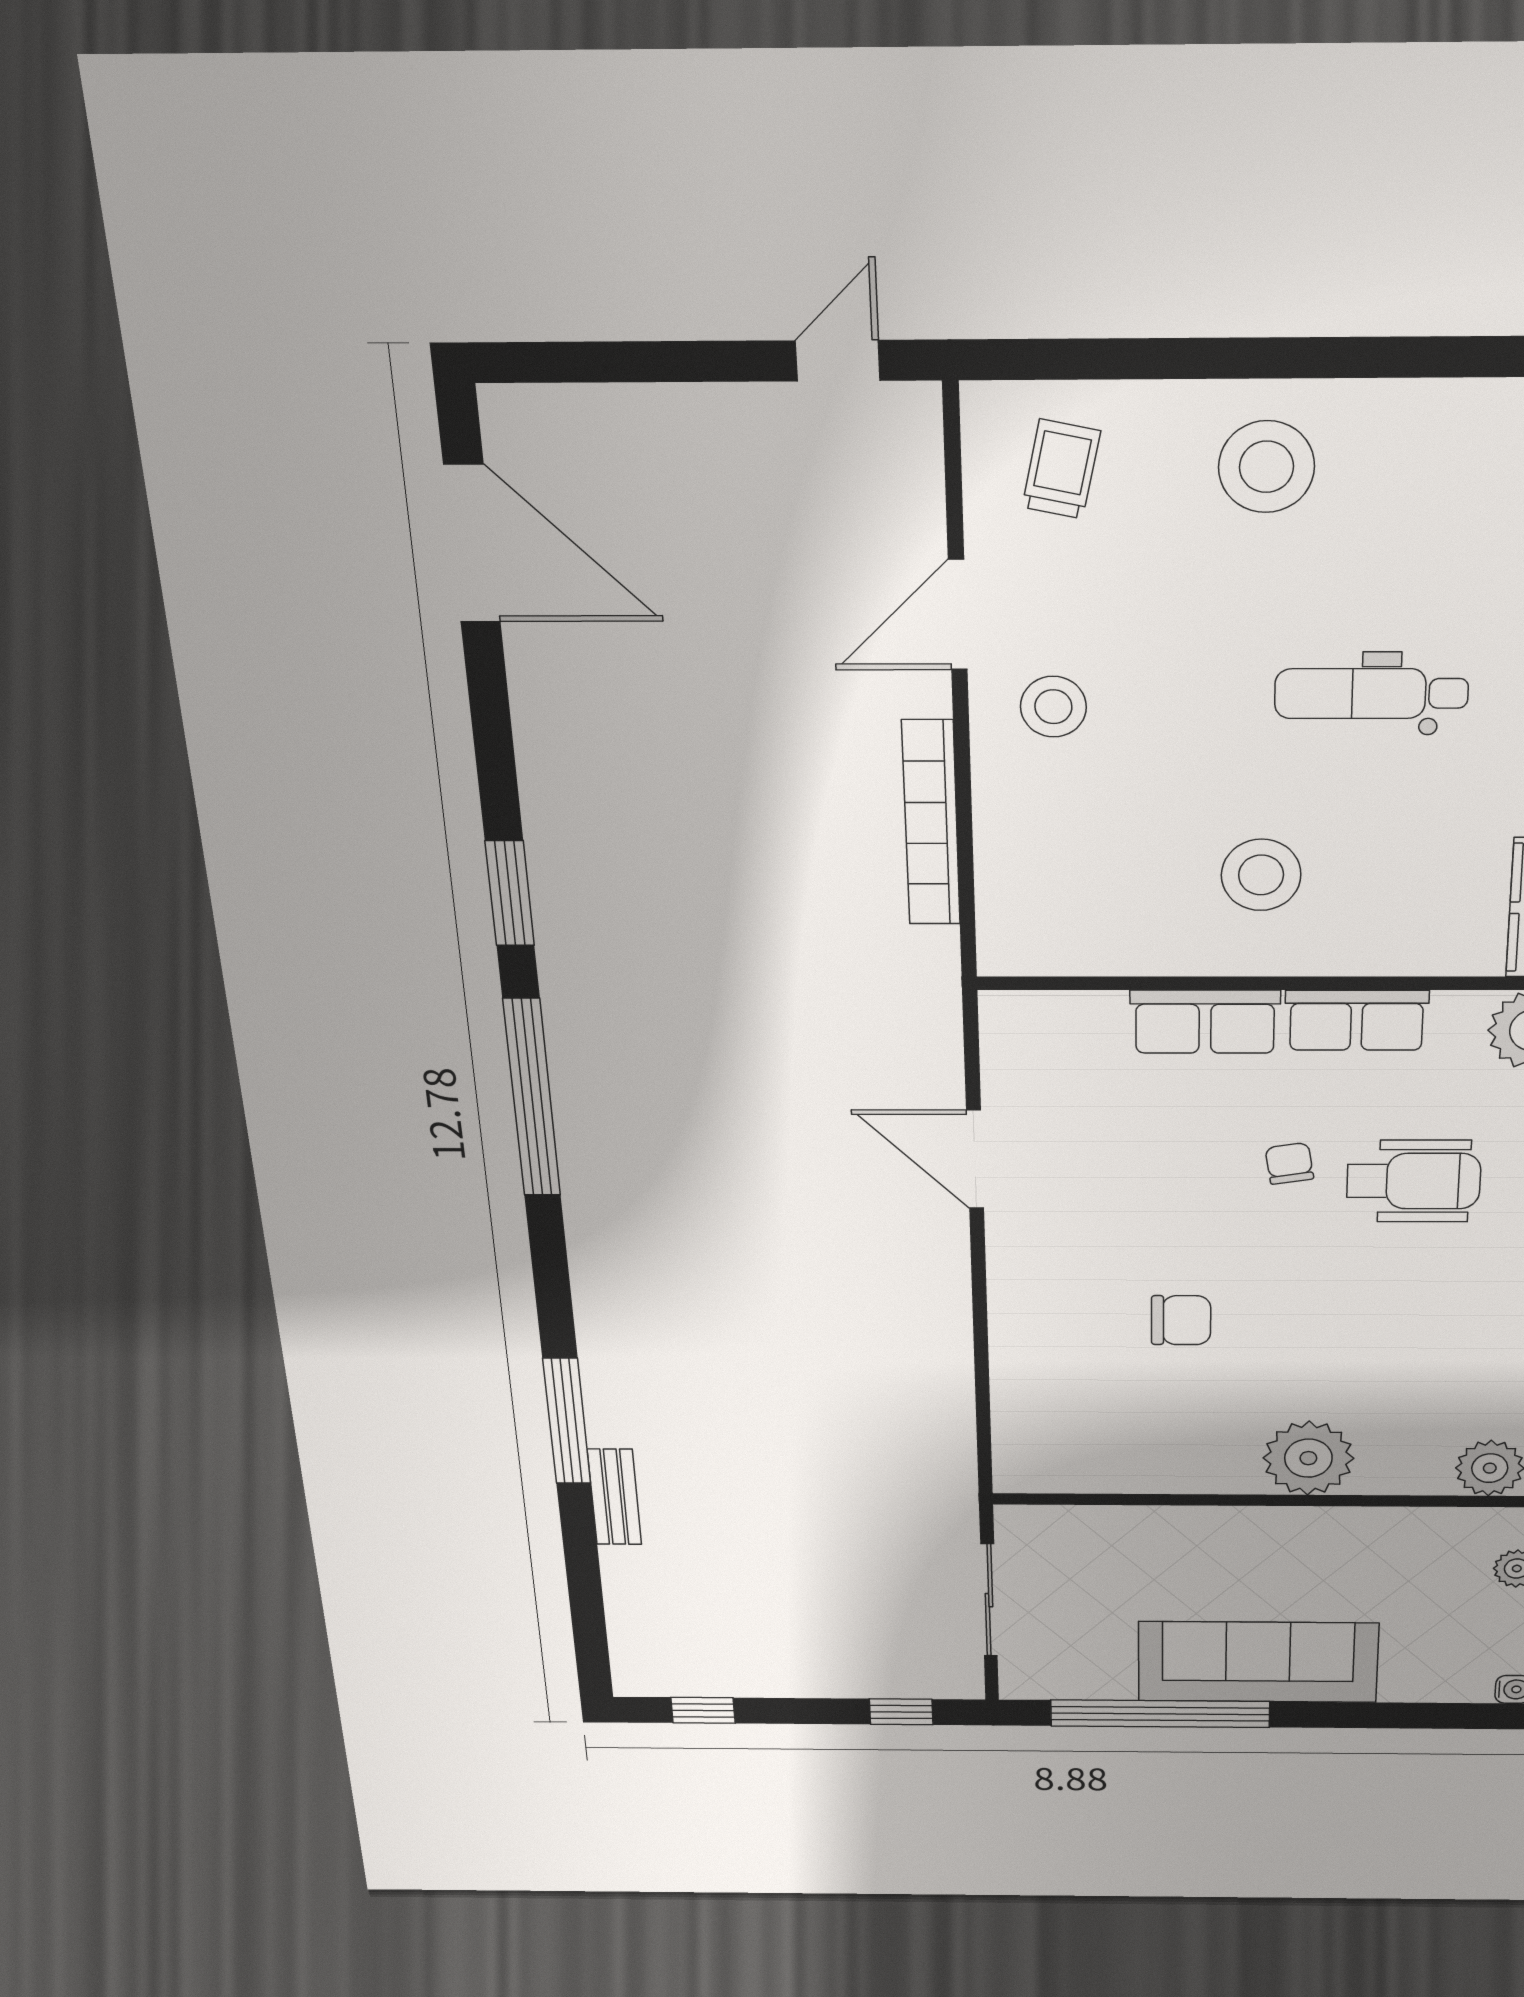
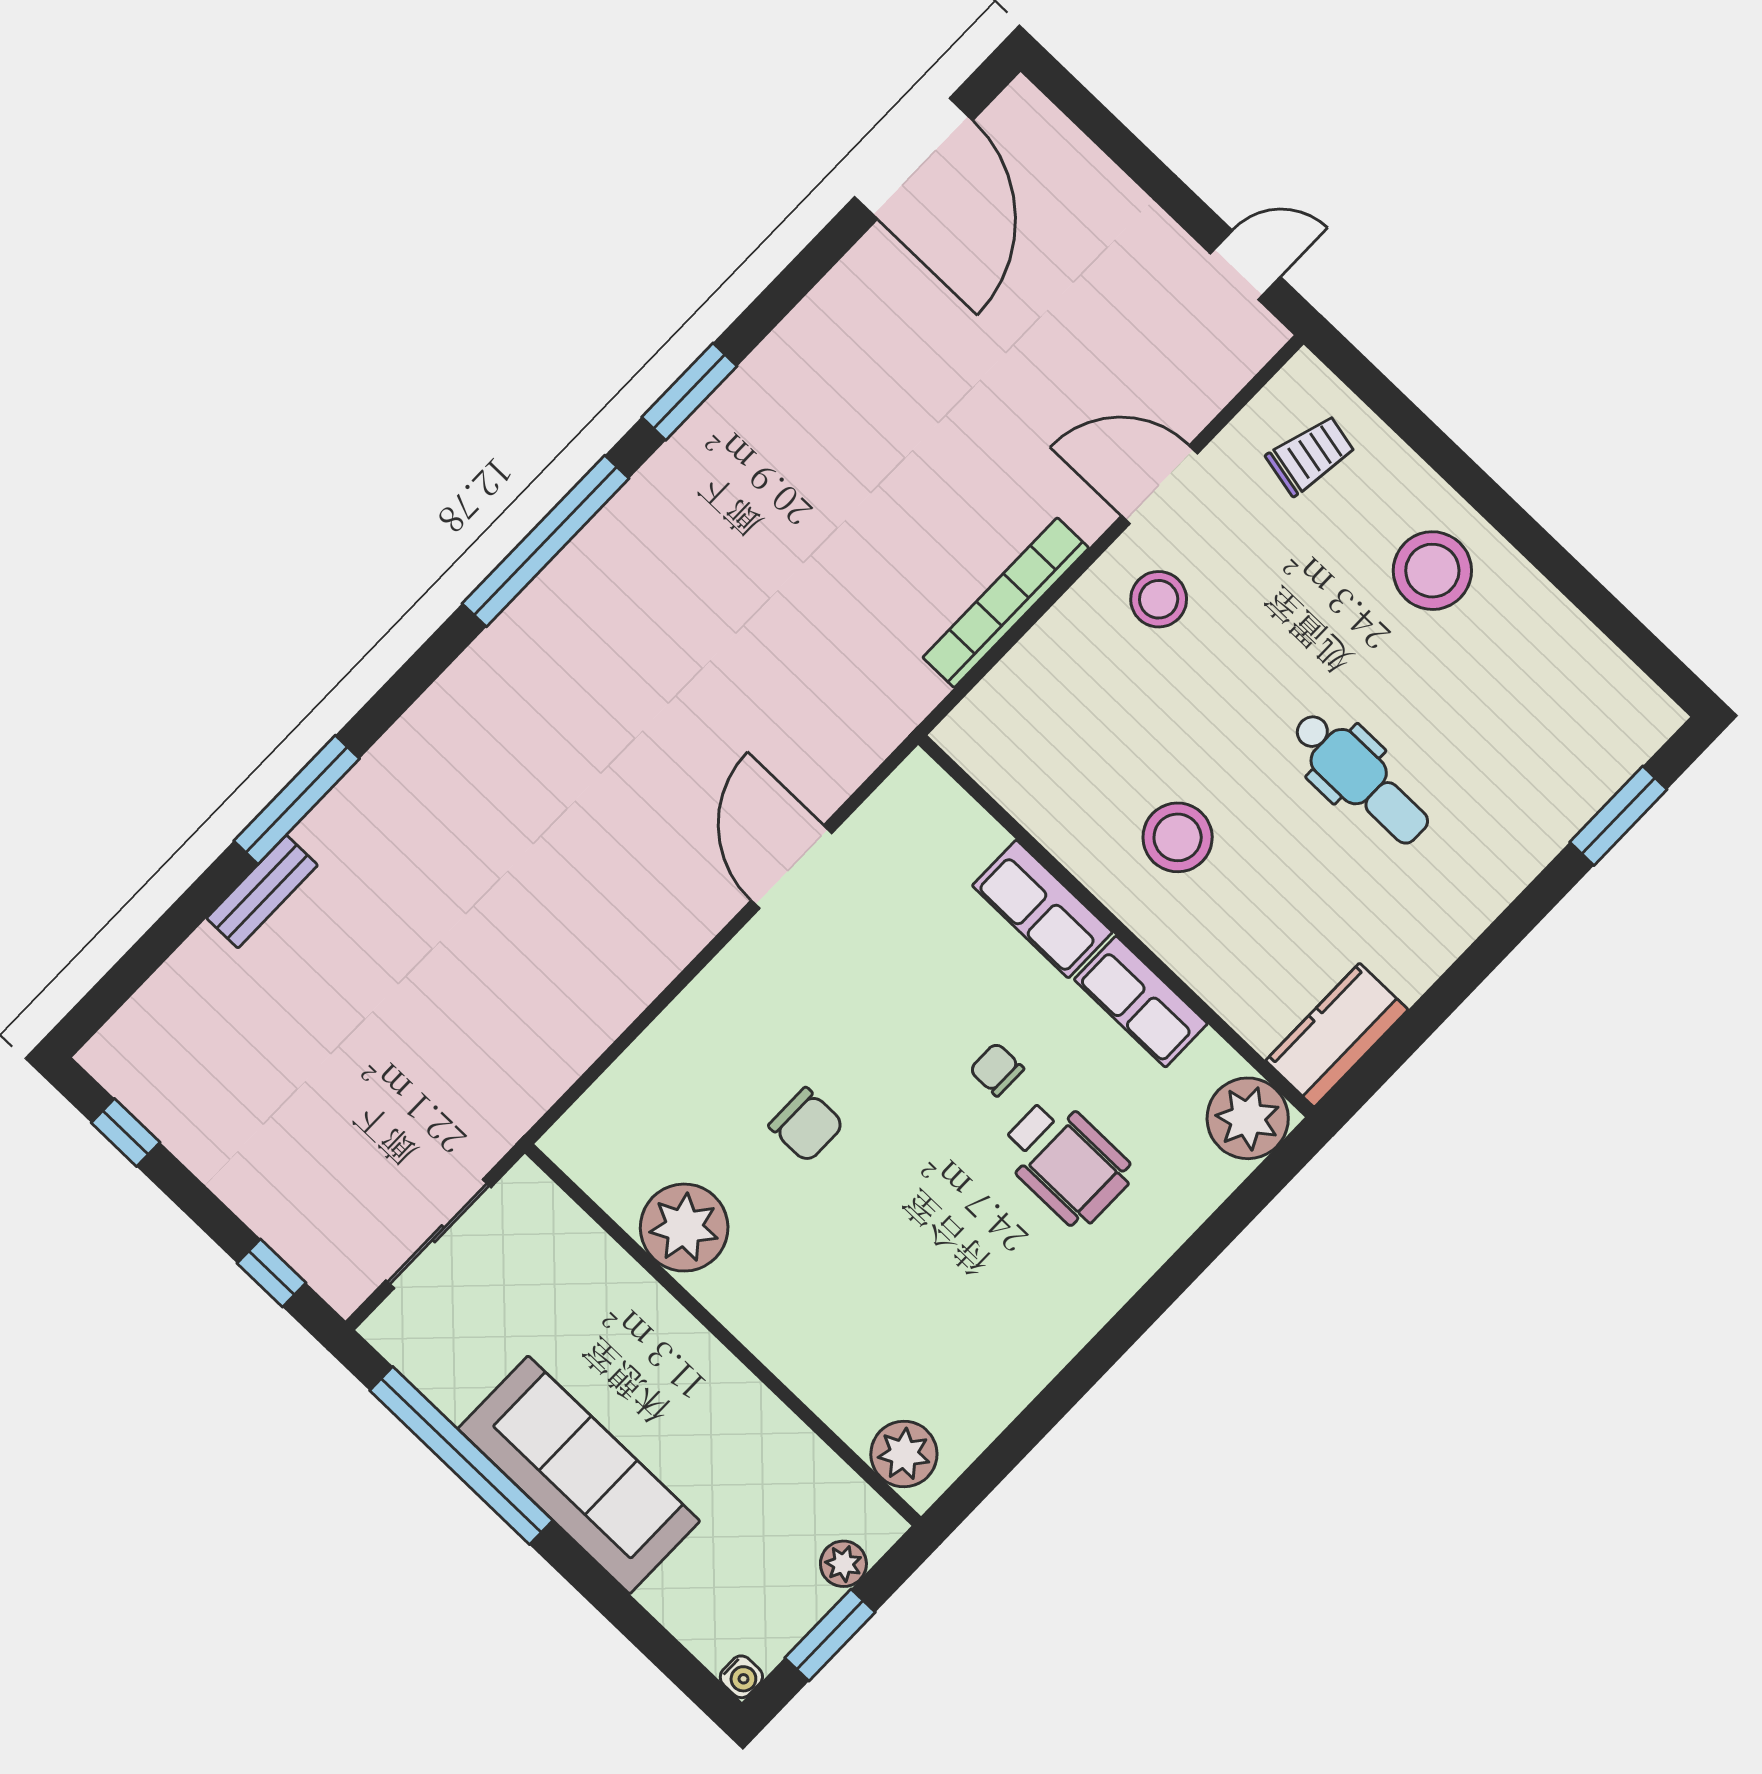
dental chair: (1371, 694) -> (1360, 778), turned 180
chair: (1289, 1163) -> (997, 1069), turned -81
plant: (1308, 1458) -> (684, 1228), moved

